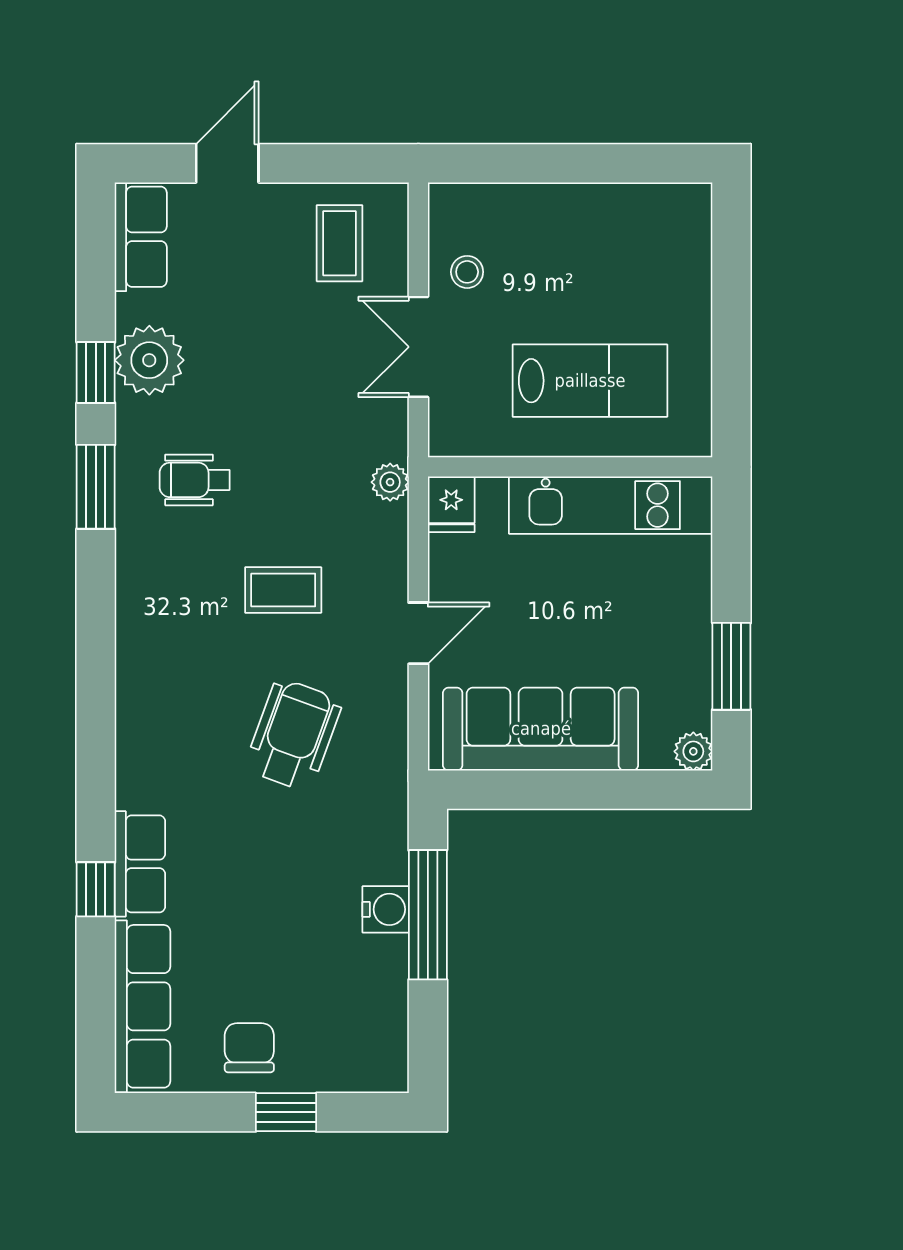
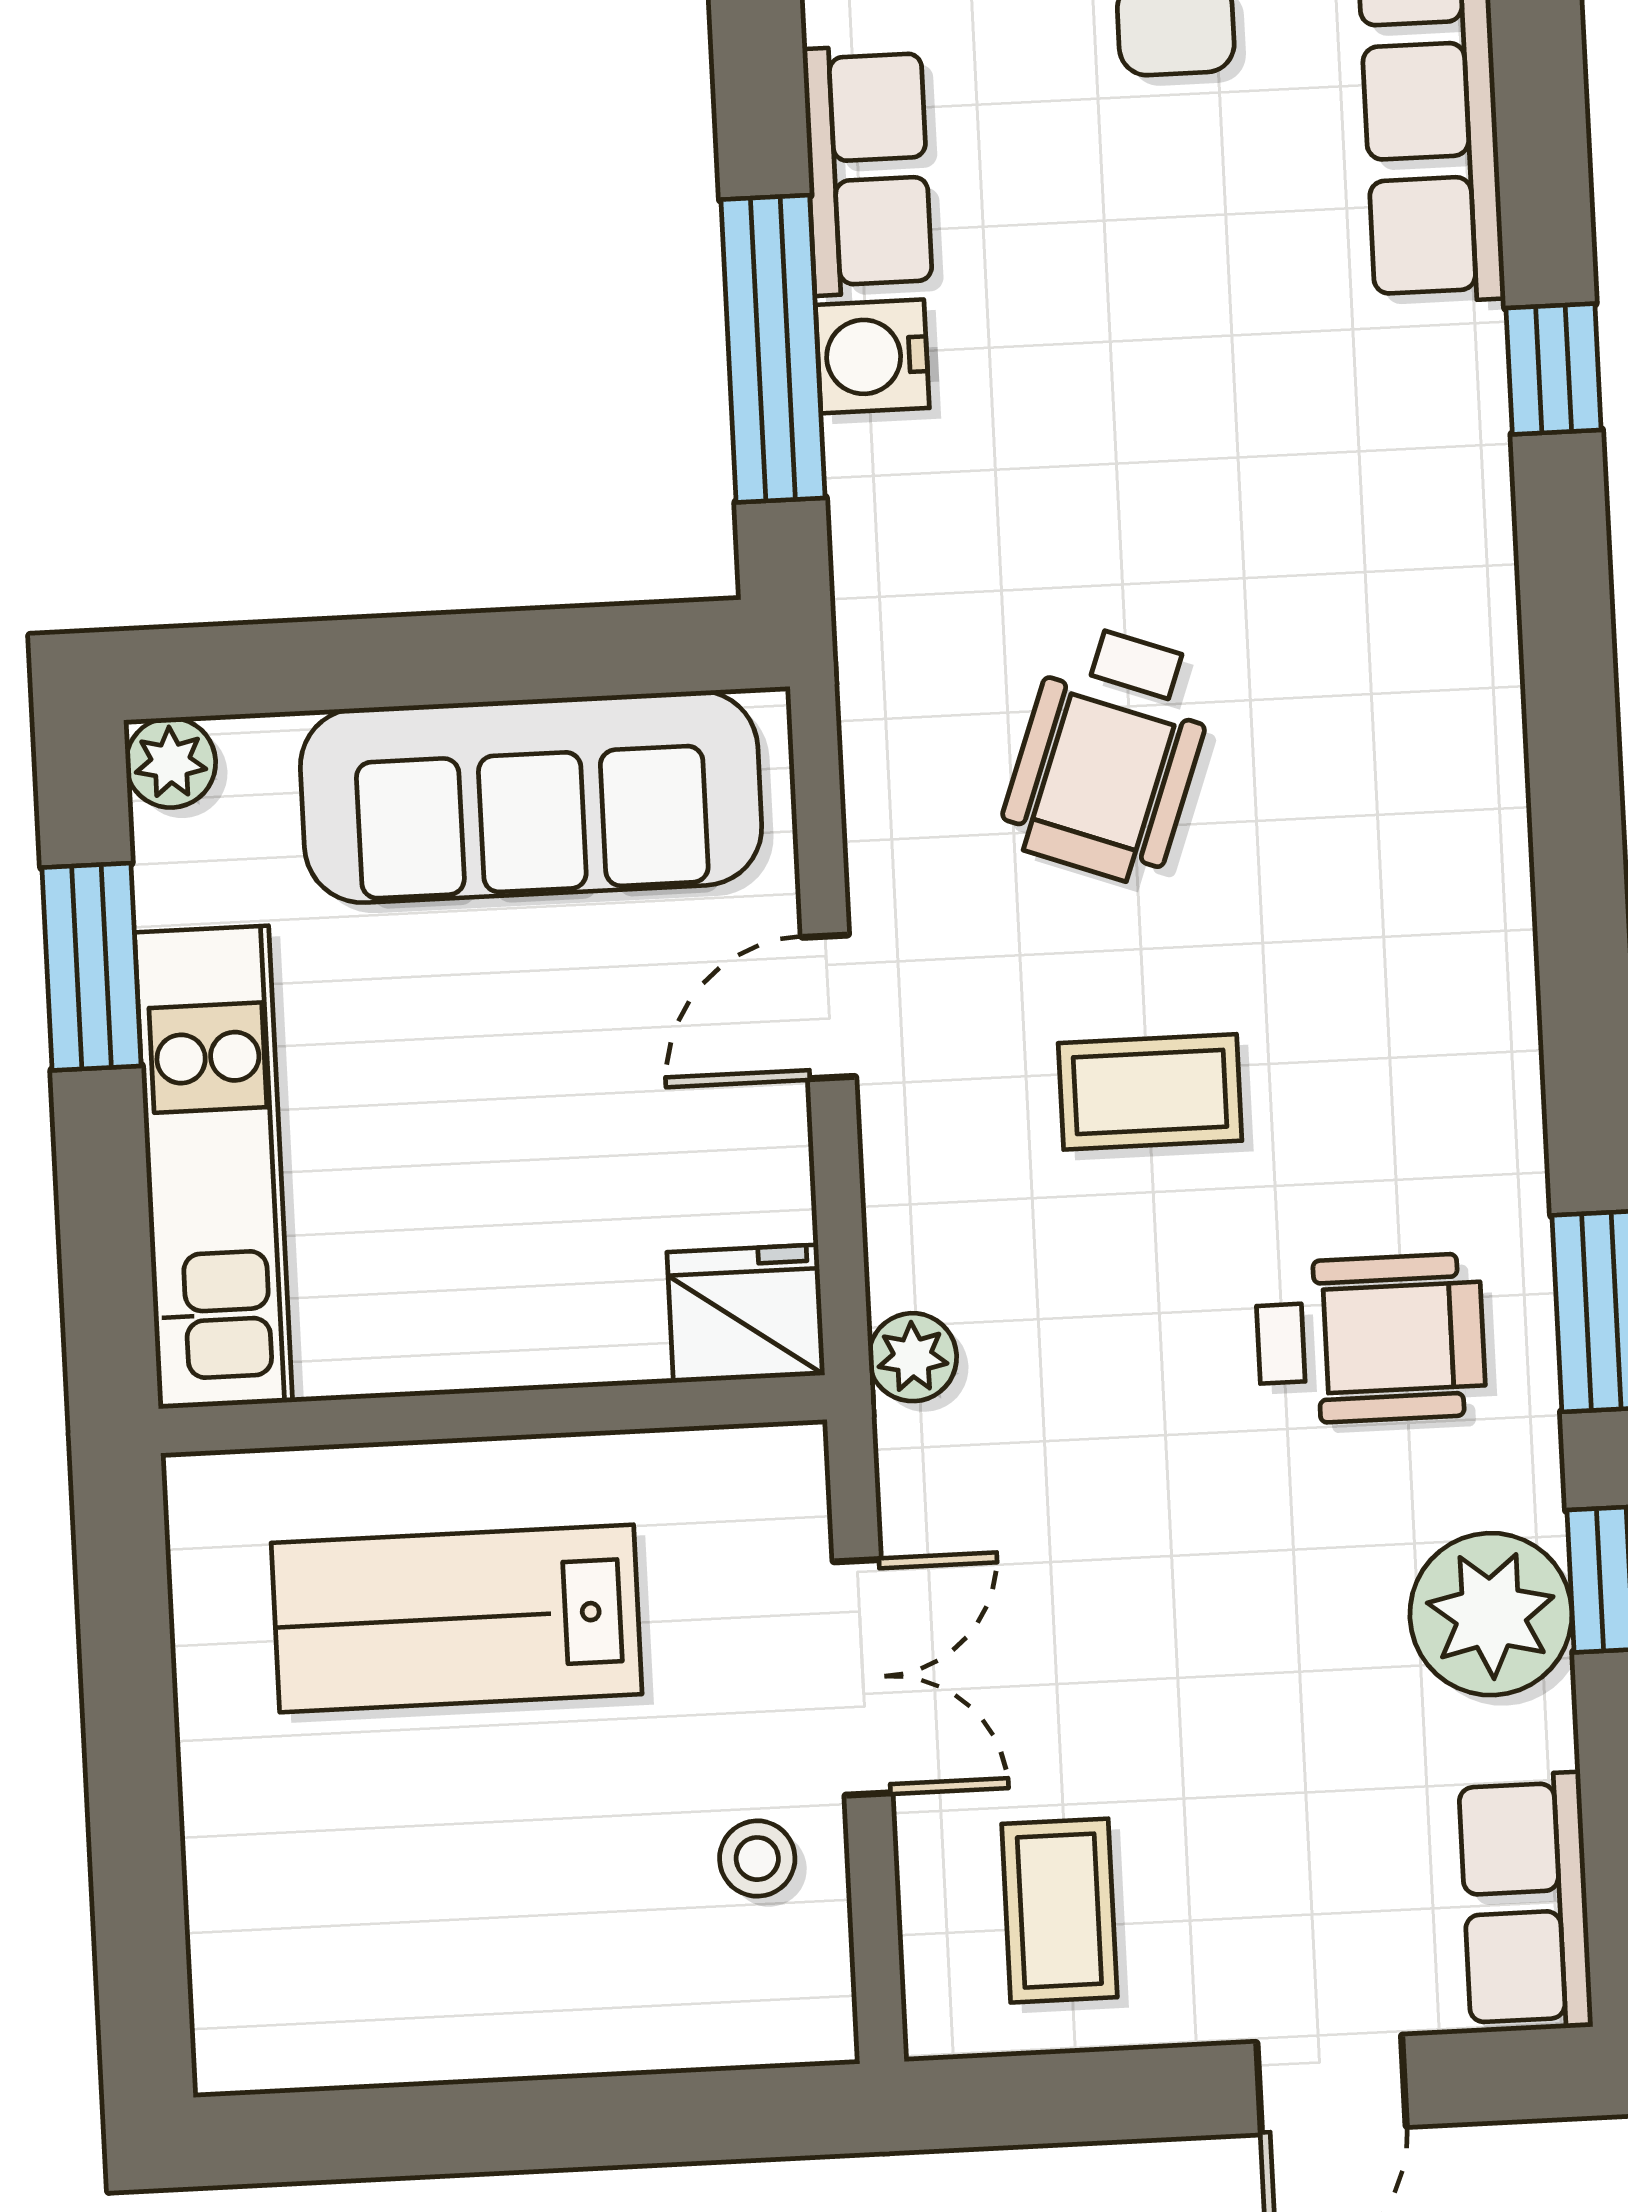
wheelchair: (195, 480) -> (1371, 1339), width x1.36, depth x1.37
fridge: (451, 504) -> (746, 1314), width x1.38
kitchen unit: (611, 505) -> (213, 1167), moved, turned 90
row of seats: (140, 864) -> (868, 170), moved, turned 180

